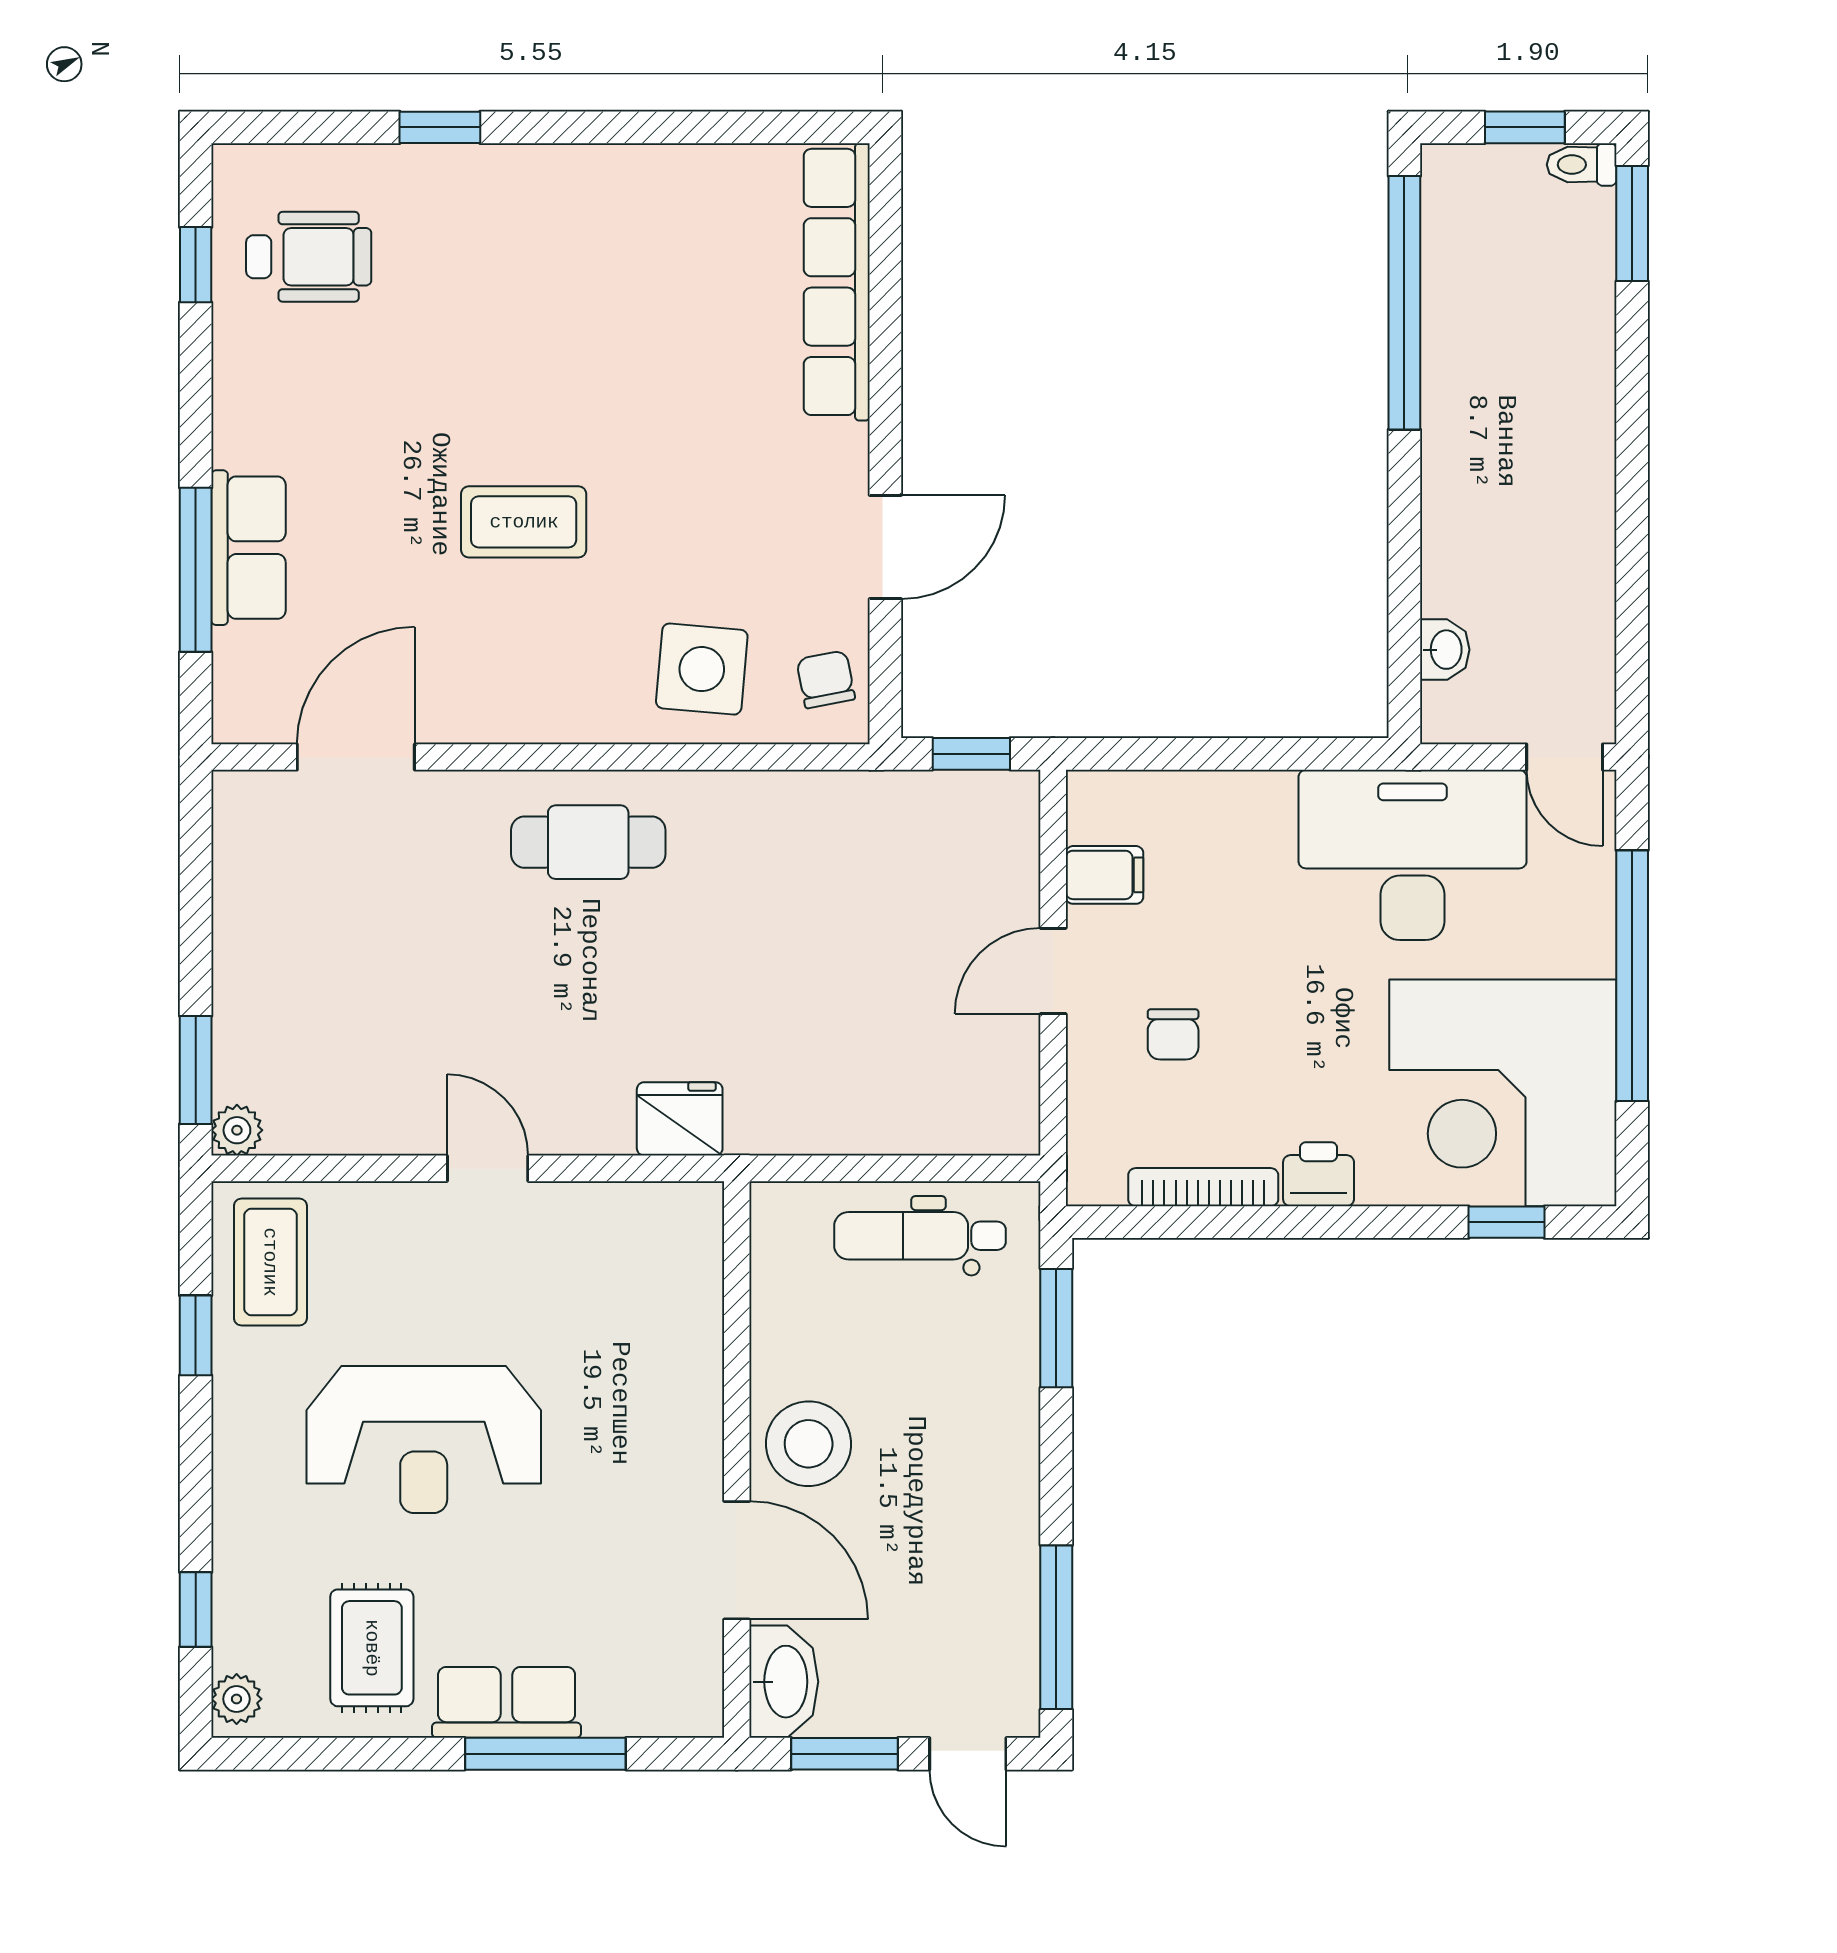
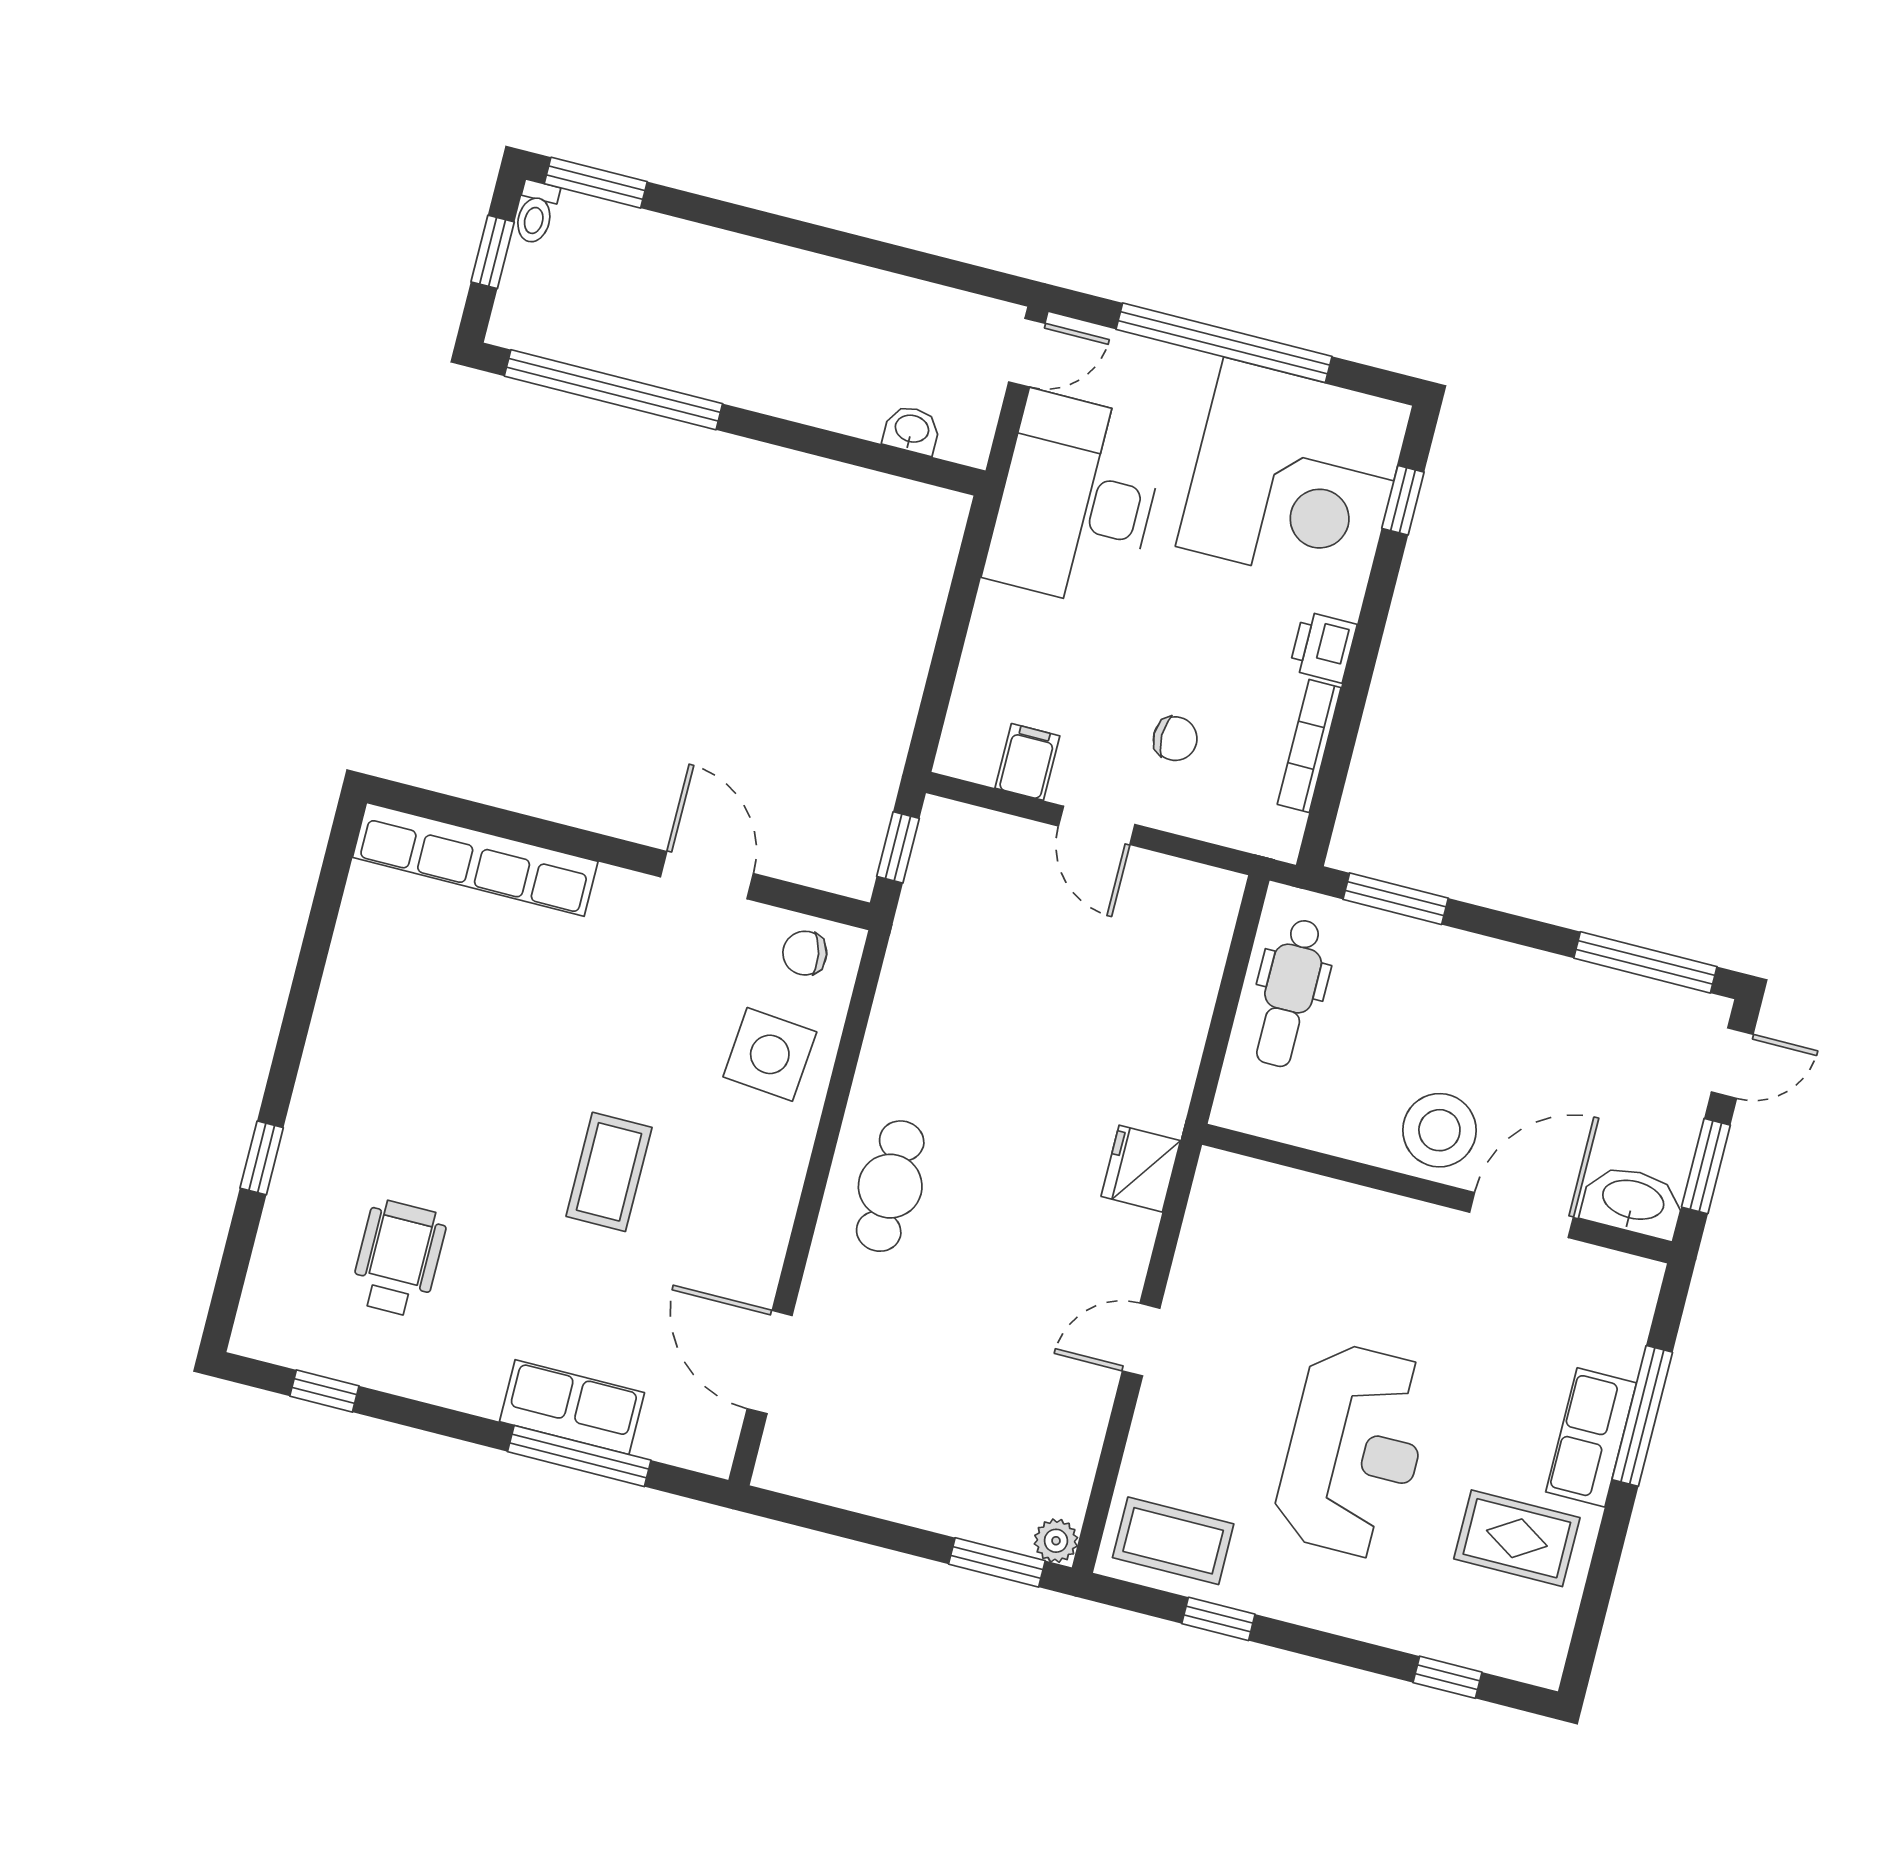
wheelchair: (309, 257) -> (398, 1258), moved
plant: (237, 1699) -> (1531, 1662), removed

